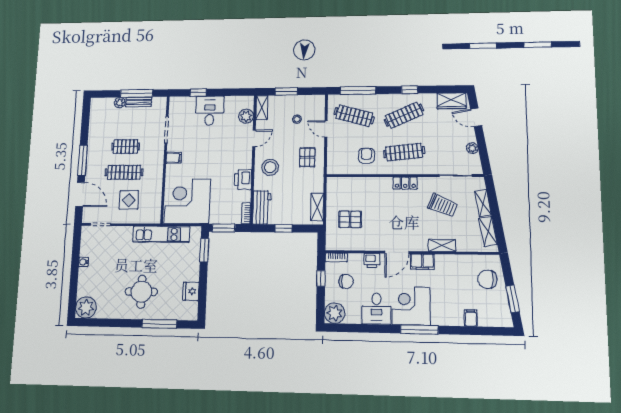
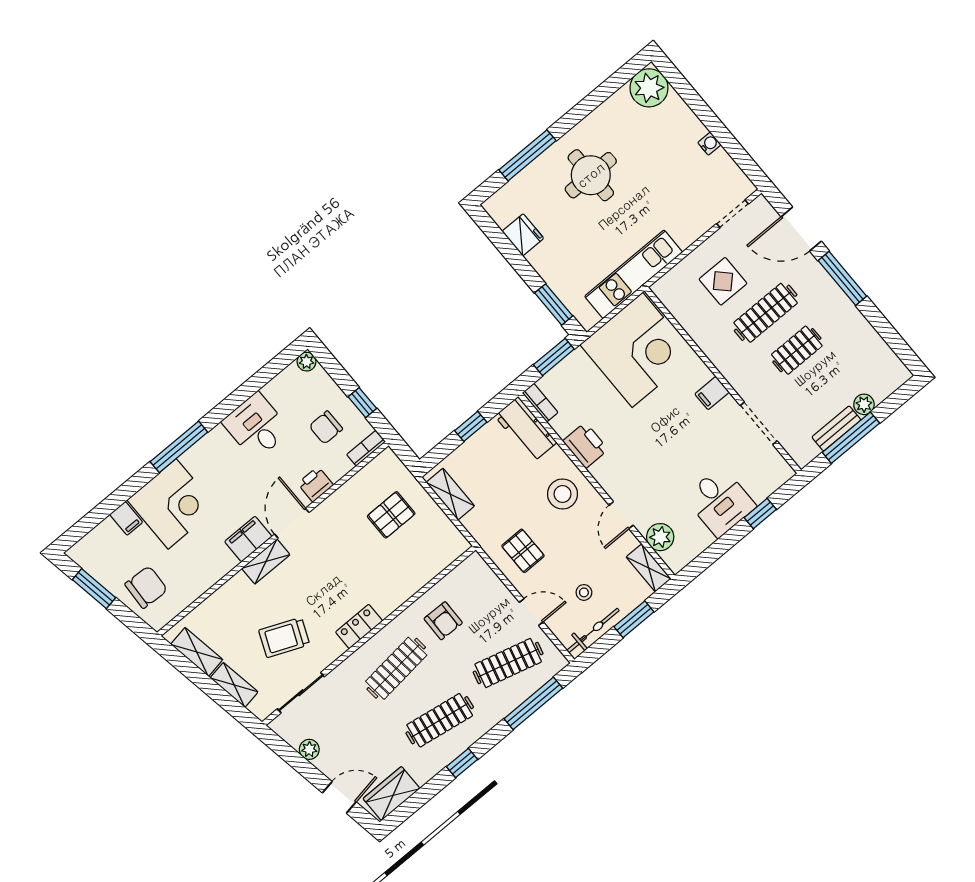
bicycle: (307, 100) -> (593, 631), added
clothes rail: (404, 115) -> (440, 720), turned 33
shelving: (442, 245) -> (266, 562), moved
corner desk: (411, 306) -> (172, 504), moved
plant: (335, 313) -> (307, 362), width x0.53, depth x0.53

